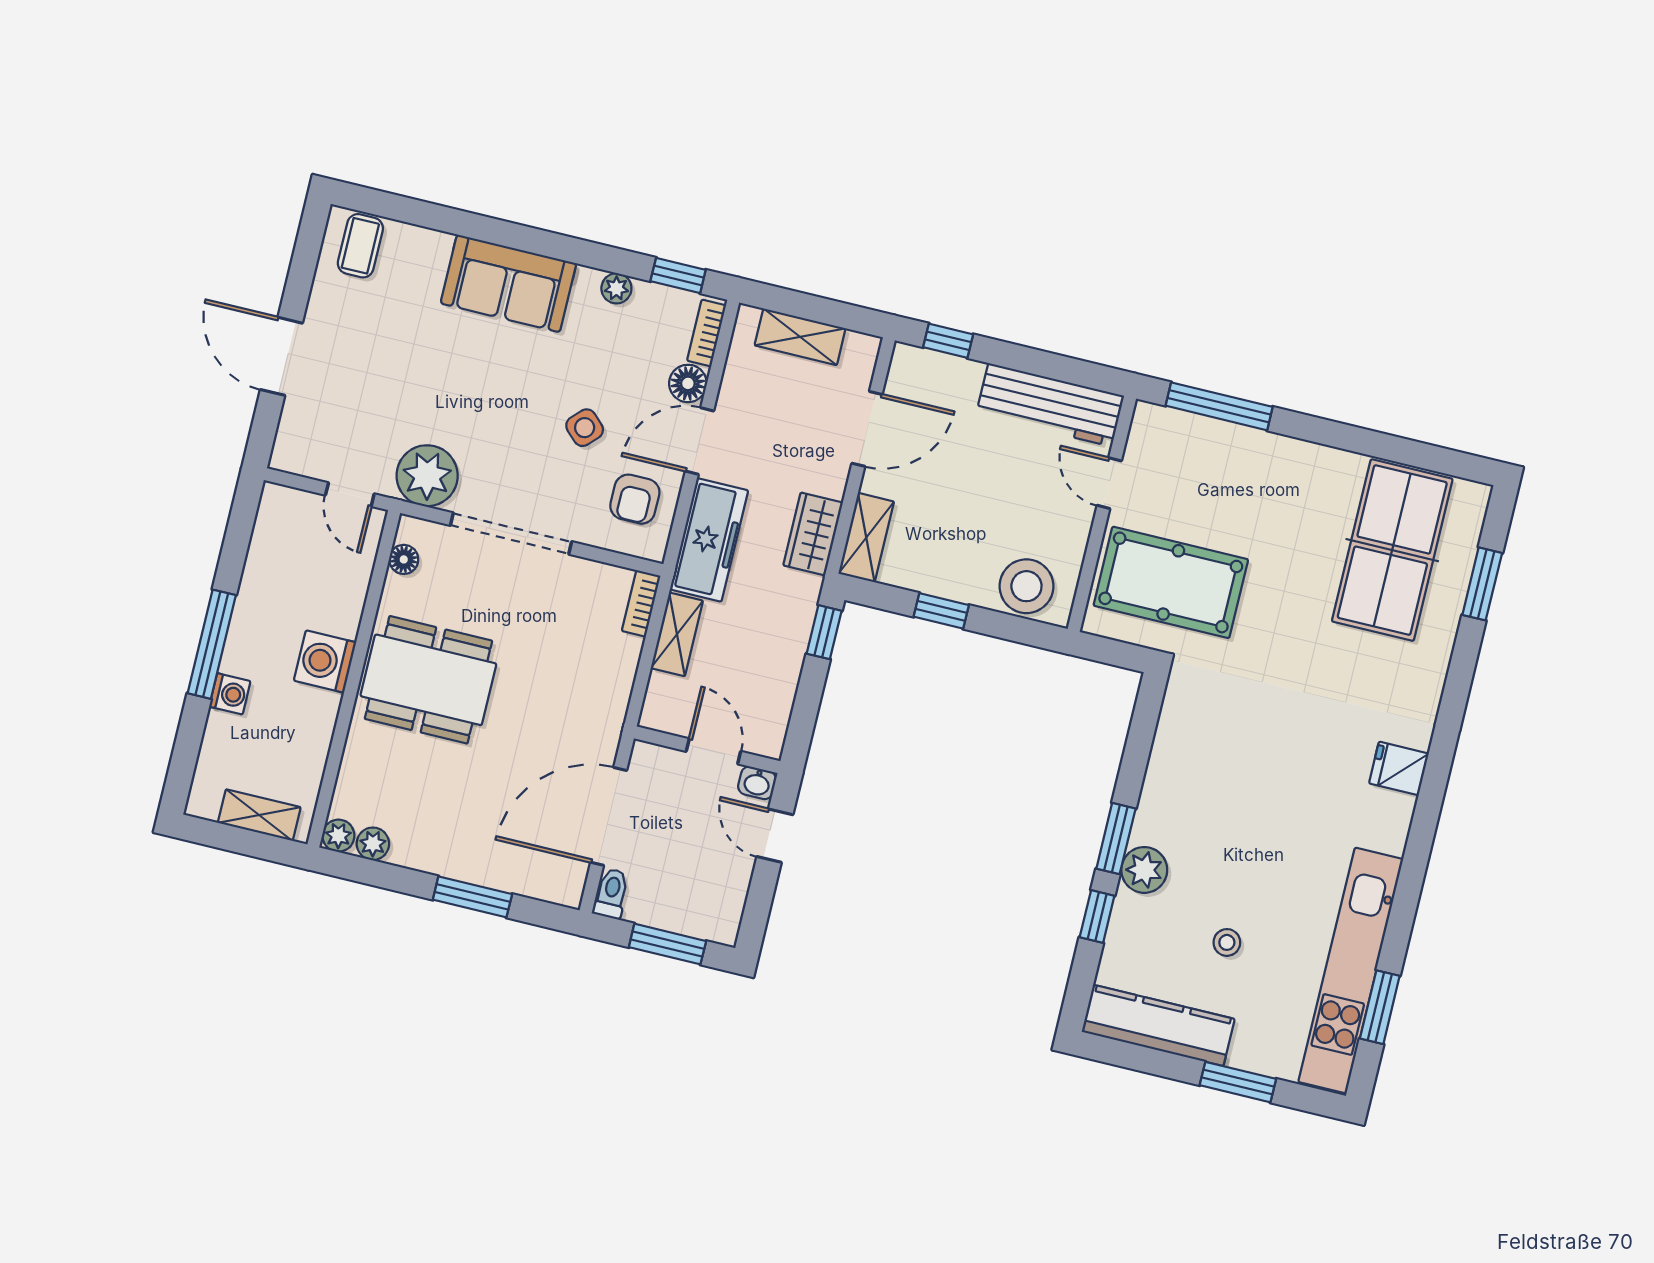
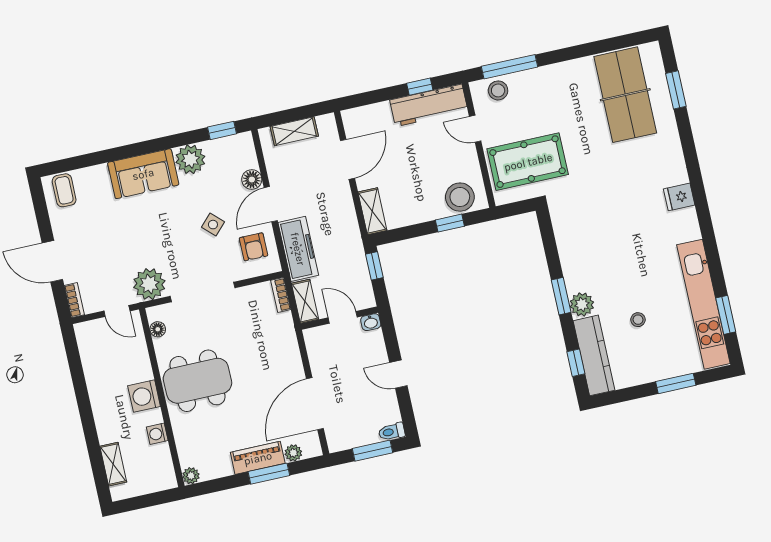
plant: (616, 288) -> (190, 159), width x1.88, depth x1.88
bookcase: (706, 333) -> (74, 300), moved, turned 180
window: (948, 341) -> (420, 87), moved
stool: (1180, 437) -> (498, 90), added
wardrobe: (813, 534) -> (346, 222), removed
window: (941, 611) -> (450, 223), moved
window: (212, 644) -> (86, 414), removed
washing machine: (230, 694) -> (157, 434), moved, turned 180
wall: (707, 750) -> (339, 318), moved
door: (713, 751) -> (343, 317), moved
washbasin: (757, 783) -> (371, 322), moved
shelving: (259, 815) -> (113, 464), moved, turned 90
plant: (373, 844) -> (293, 453), moved
piano: (467, 861) -> (258, 458), added
toilet: (611, 894) -> (392, 432), moved, turned -90
window: (1097, 916) -> (576, 363), moved
kitchen counter: (1158, 1025) -> (594, 355), moved, turned 90

